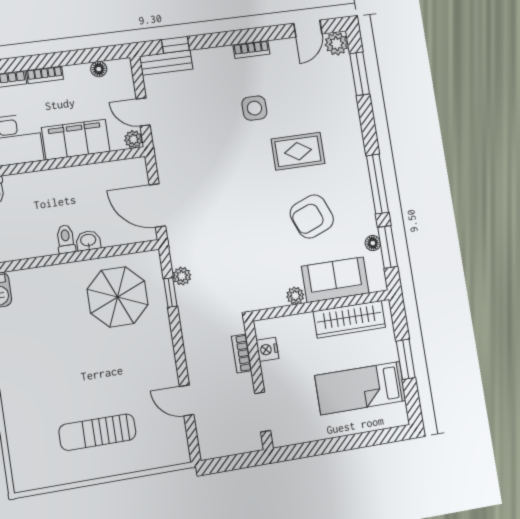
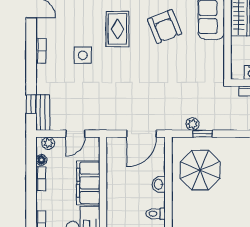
bookcase: (45, 75) -> (41, 179), moved
plant: (133, 139) -> (48, 143), moved
toilet: (66, 239) -> (156, 214), moved
plant: (295, 296) -> (218, 47), removed

